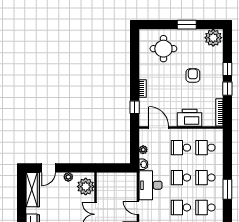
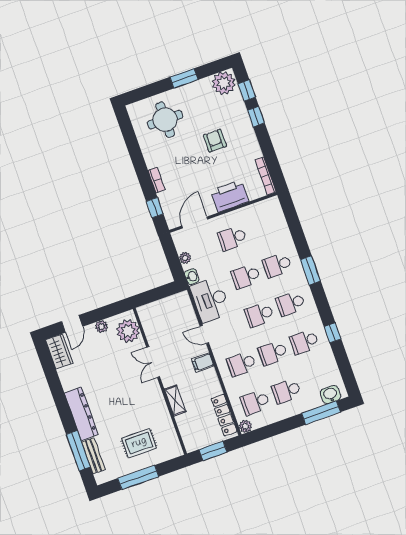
window: (227, 89) -> (247, 90), moved
door: (159, 128) -> (195, 222), hinge flipped
school desk: (205, 148) -> (264, 227), removed
wardrobe: (33, 190) -> (59, 351), width x0.67

